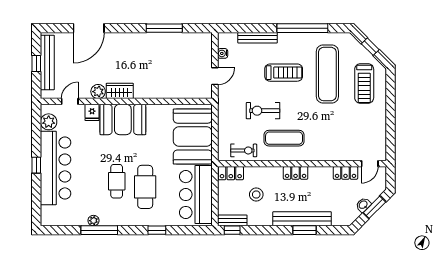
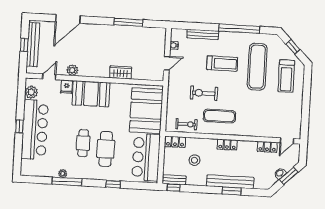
wardrobe: (120, 91) -> (121, 72), moved

